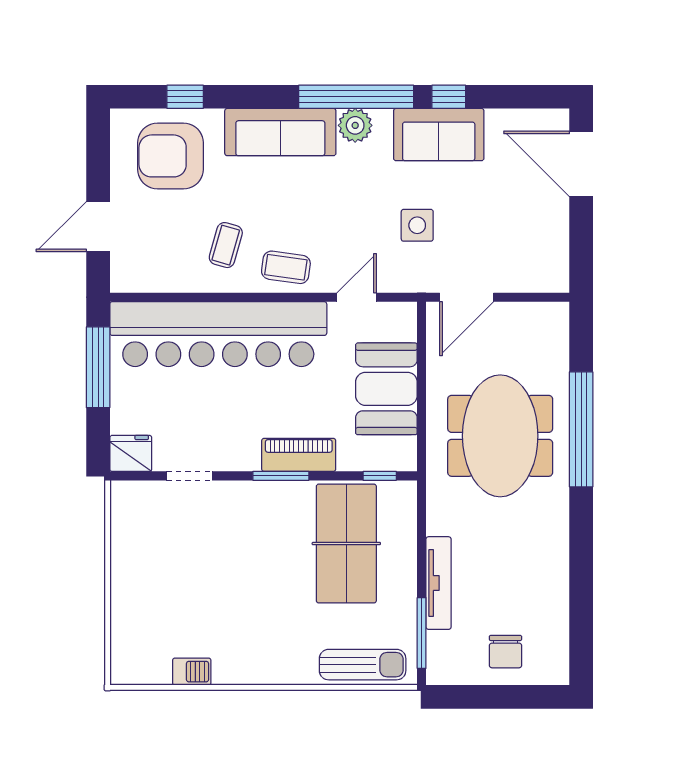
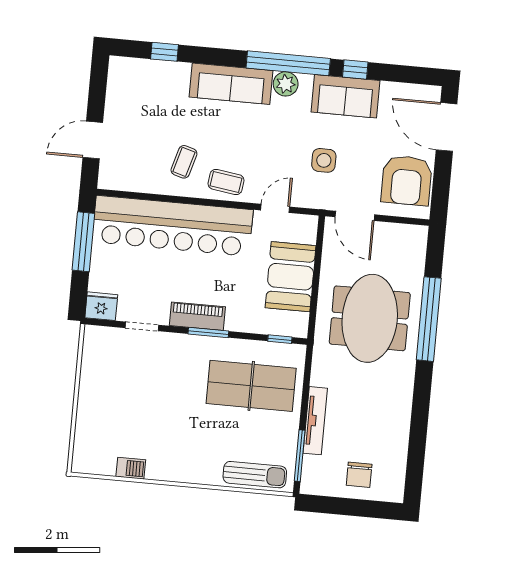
armchair: (170, 156) -> (407, 180), moved, turned -90
door: (467, 297) -> (355, 216), hinge flipped
piano: (299, 455) -> (197, 316), moved
table tennis table: (346, 544) -> (251, 386), turned 90

